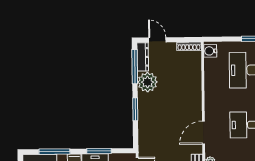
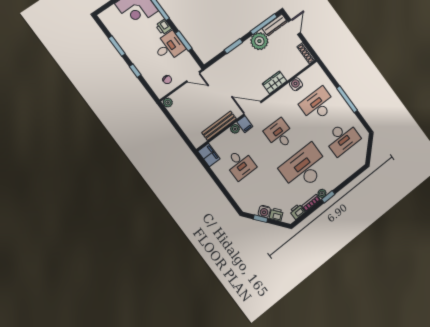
water cooler: (210, 51) -> (296, 84), moved
wardrobe: (195, 95) -> (275, 82), added
filing cabinet: (213, 150) -> (245, 124), added

